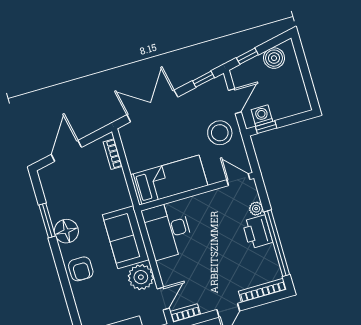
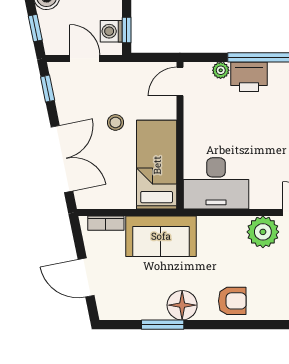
double door: (152, 106) -> (62, 159), swing flipped
stool: (220, 133) -> (115, 122), moved, width x0.53, depth x0.53
sofa: (126, 237) -> (161, 236), moved

